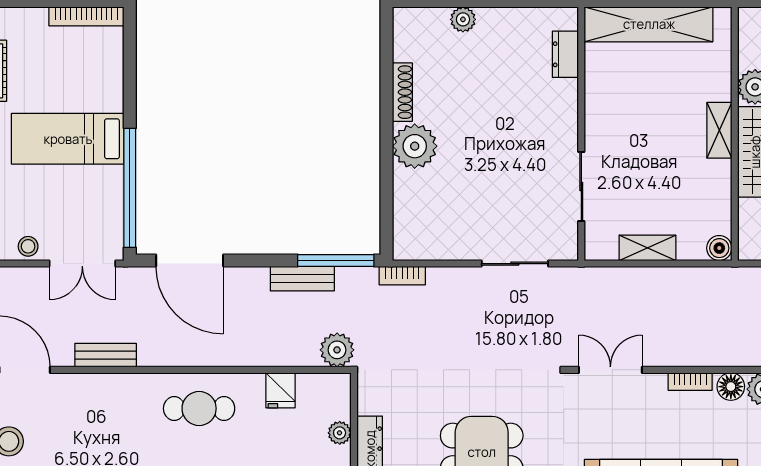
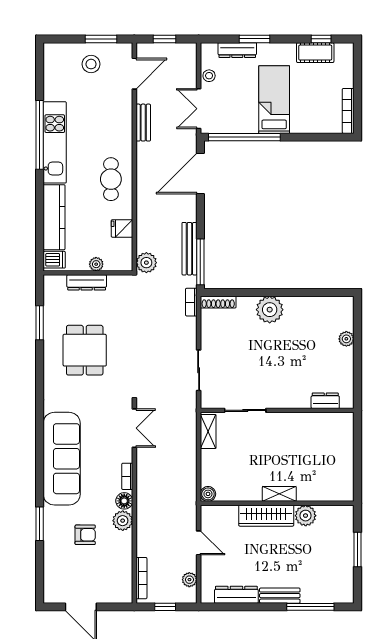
shelving: (649, 24) -> (343, 451), removed
shoe rack: (402, 92) -> (218, 302), moved
shelving: (647, 248) -> (208, 432), moved
bench: (302, 279) -> (189, 249), width x1.36

